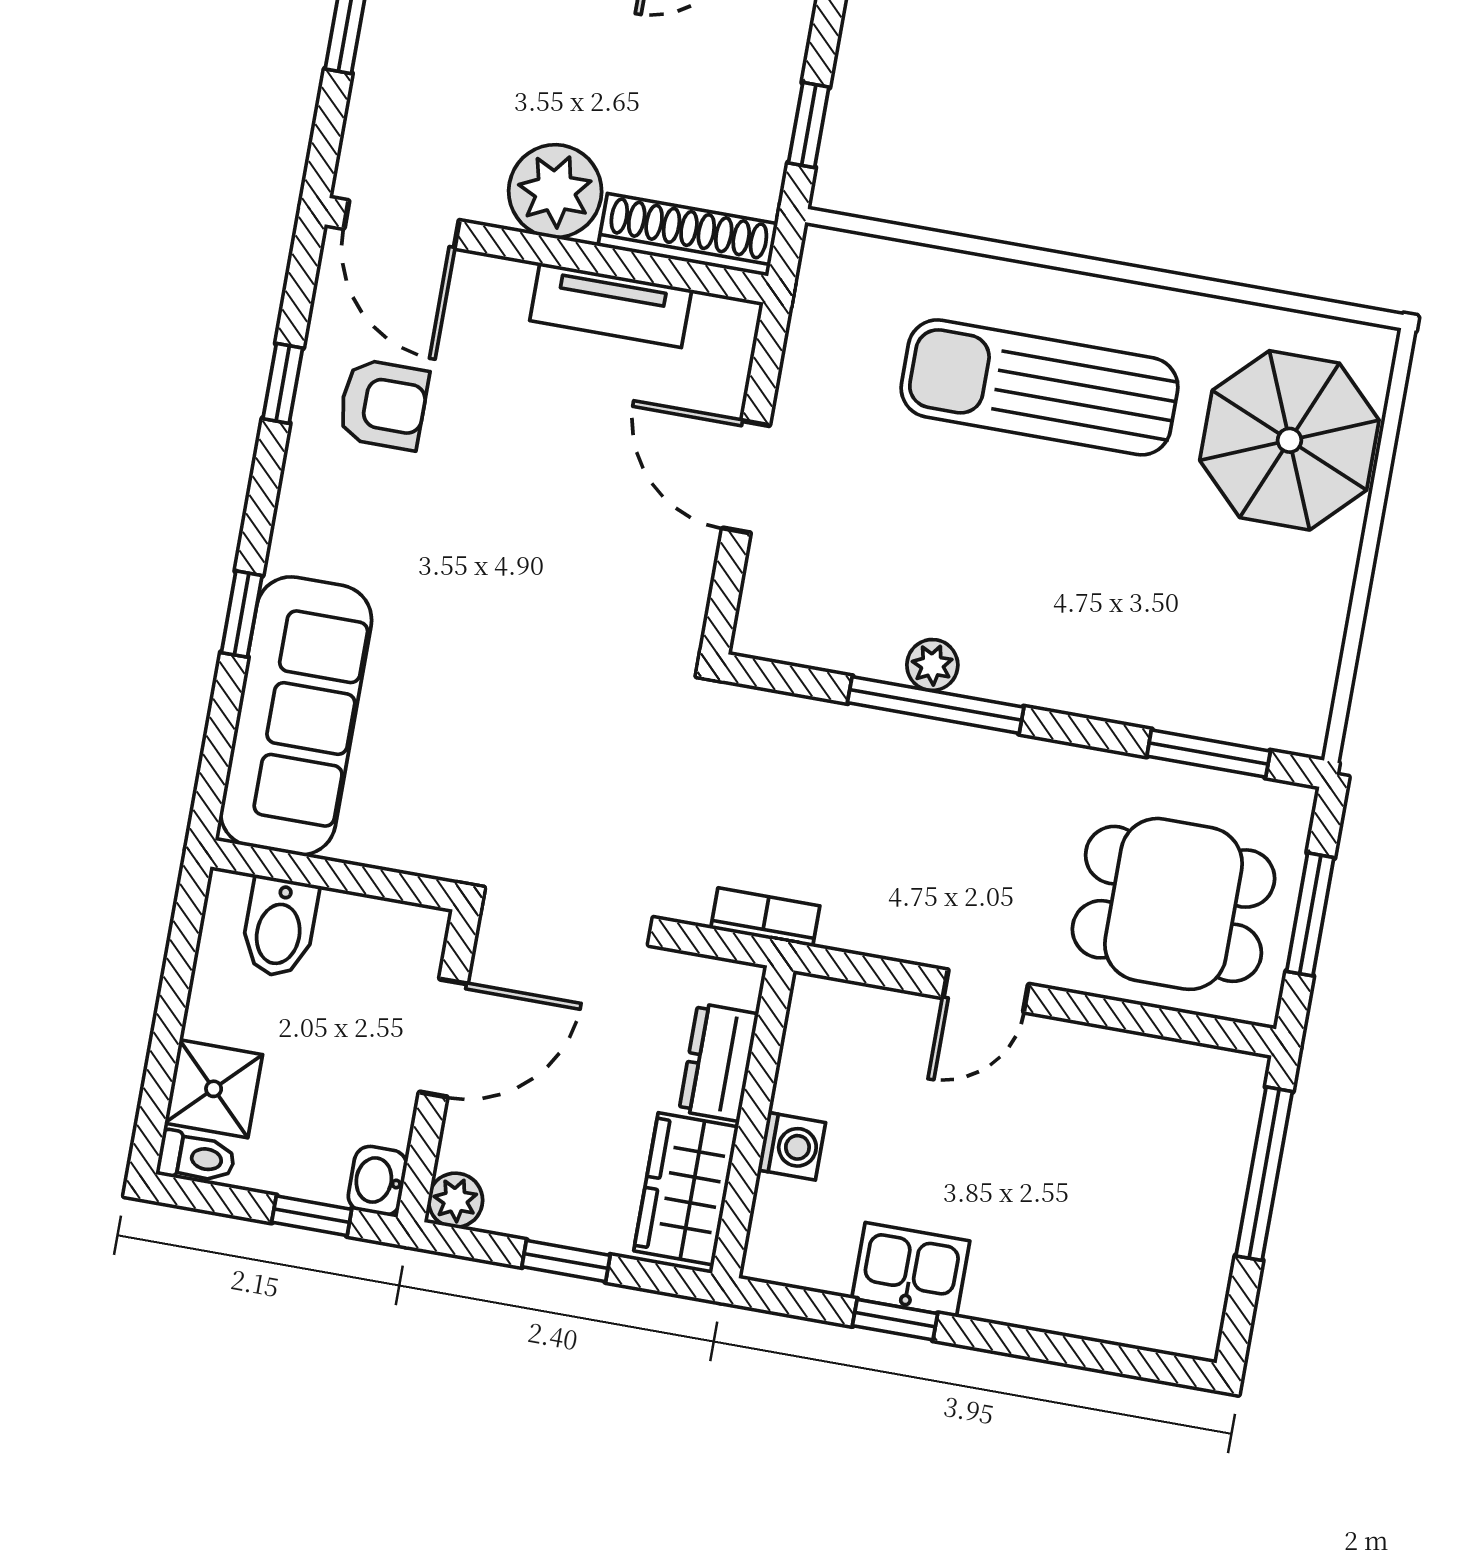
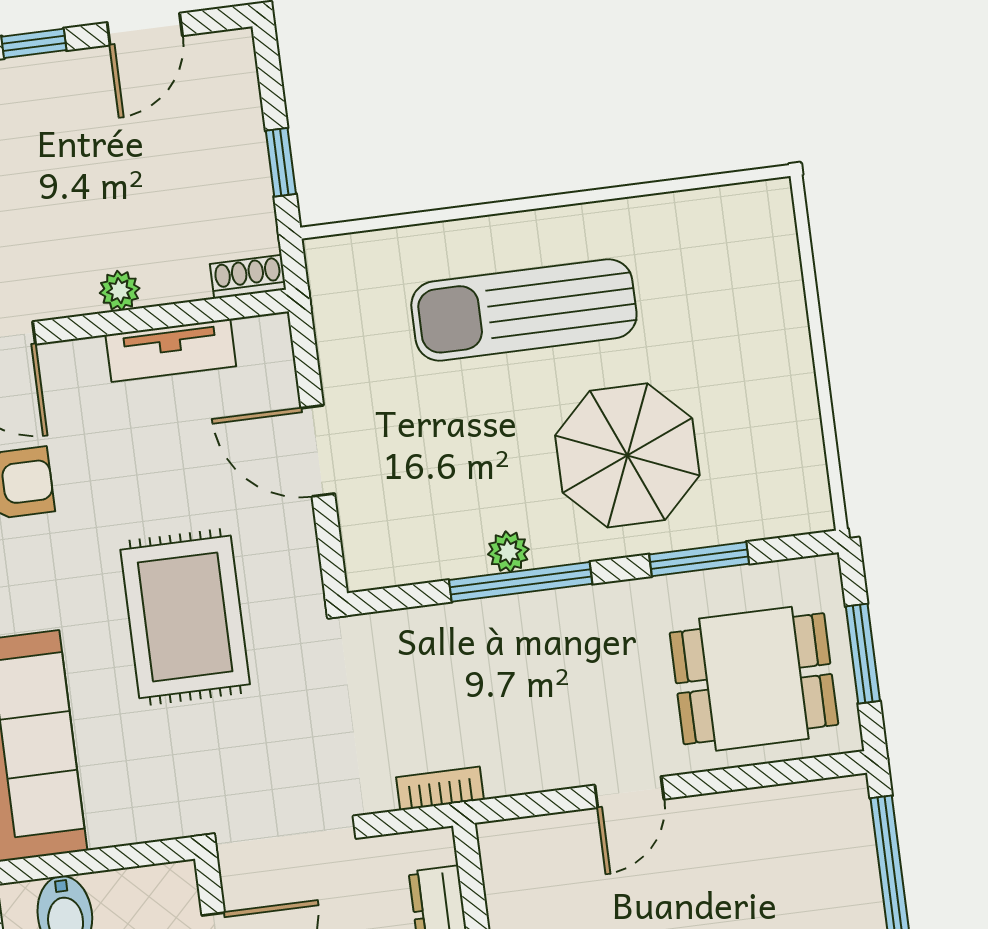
plant: (555, 191) -> (120, 291), width x0.53, depth x0.53
shoe rack: (688, 235) -> (248, 277), width x0.51, depth x0.81
parasol: (1289, 440) -> (627, 455), moved
rug: (530, 623) -> (185, 617), added
window: (1209, 754) -> (699, 559), moved

